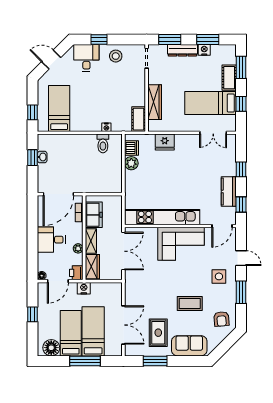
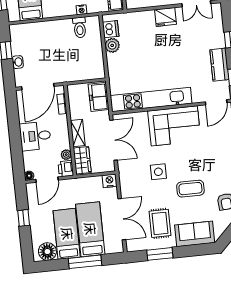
fridge: (165, 142) -> (165, 17), moved
washbasin: (42, 157) -> (18, 62), moved
freezer: (94, 215) -> (99, 97), moved, turned 180
plant: (78, 248) -> (66, 155), moved
side table: (219, 276) -> (158, 172), moved
nightstand: (84, 288) -> (110, 181), moved

